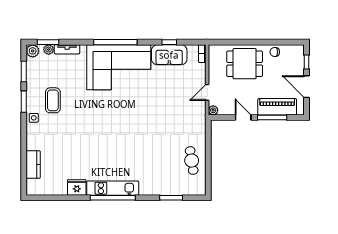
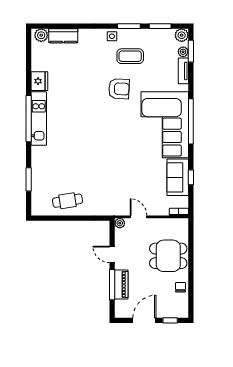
dining table: (245, 64) -> (168, 256), turned 90
piano: (277, 107) -> (121, 284), width x0.73, depth x0.75
armchair: (84, 111) -> (119, 89), added
door: (243, 118) -> (112, 254), swing flipped
plant: (33, 186) -> (41, 35), added

